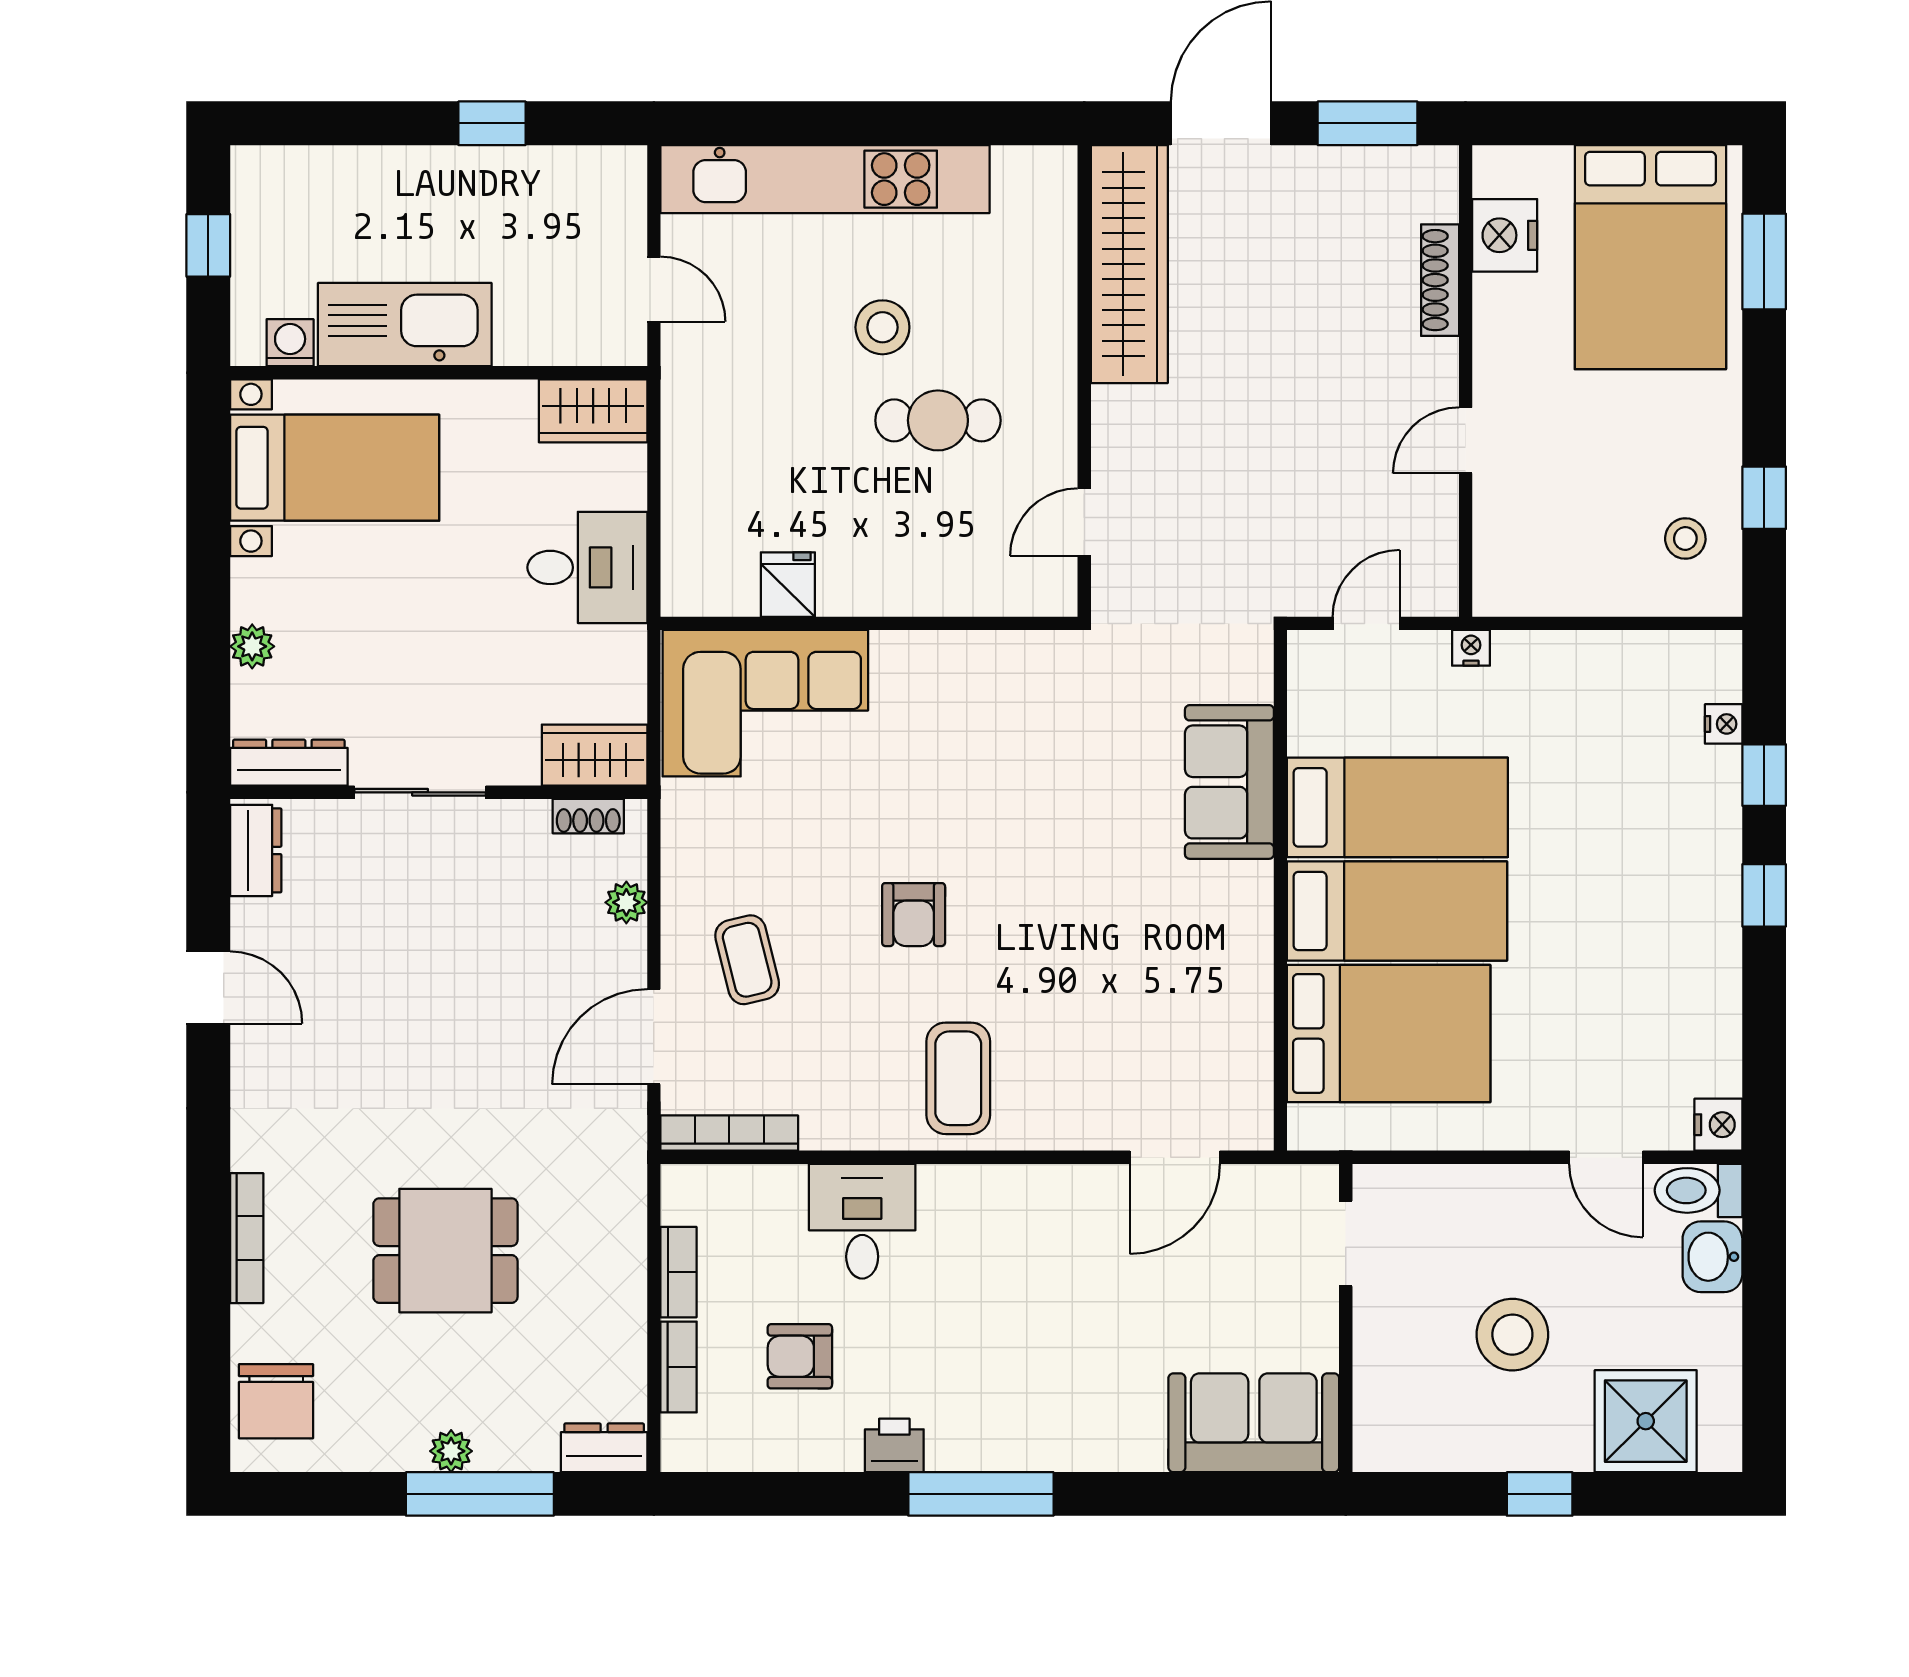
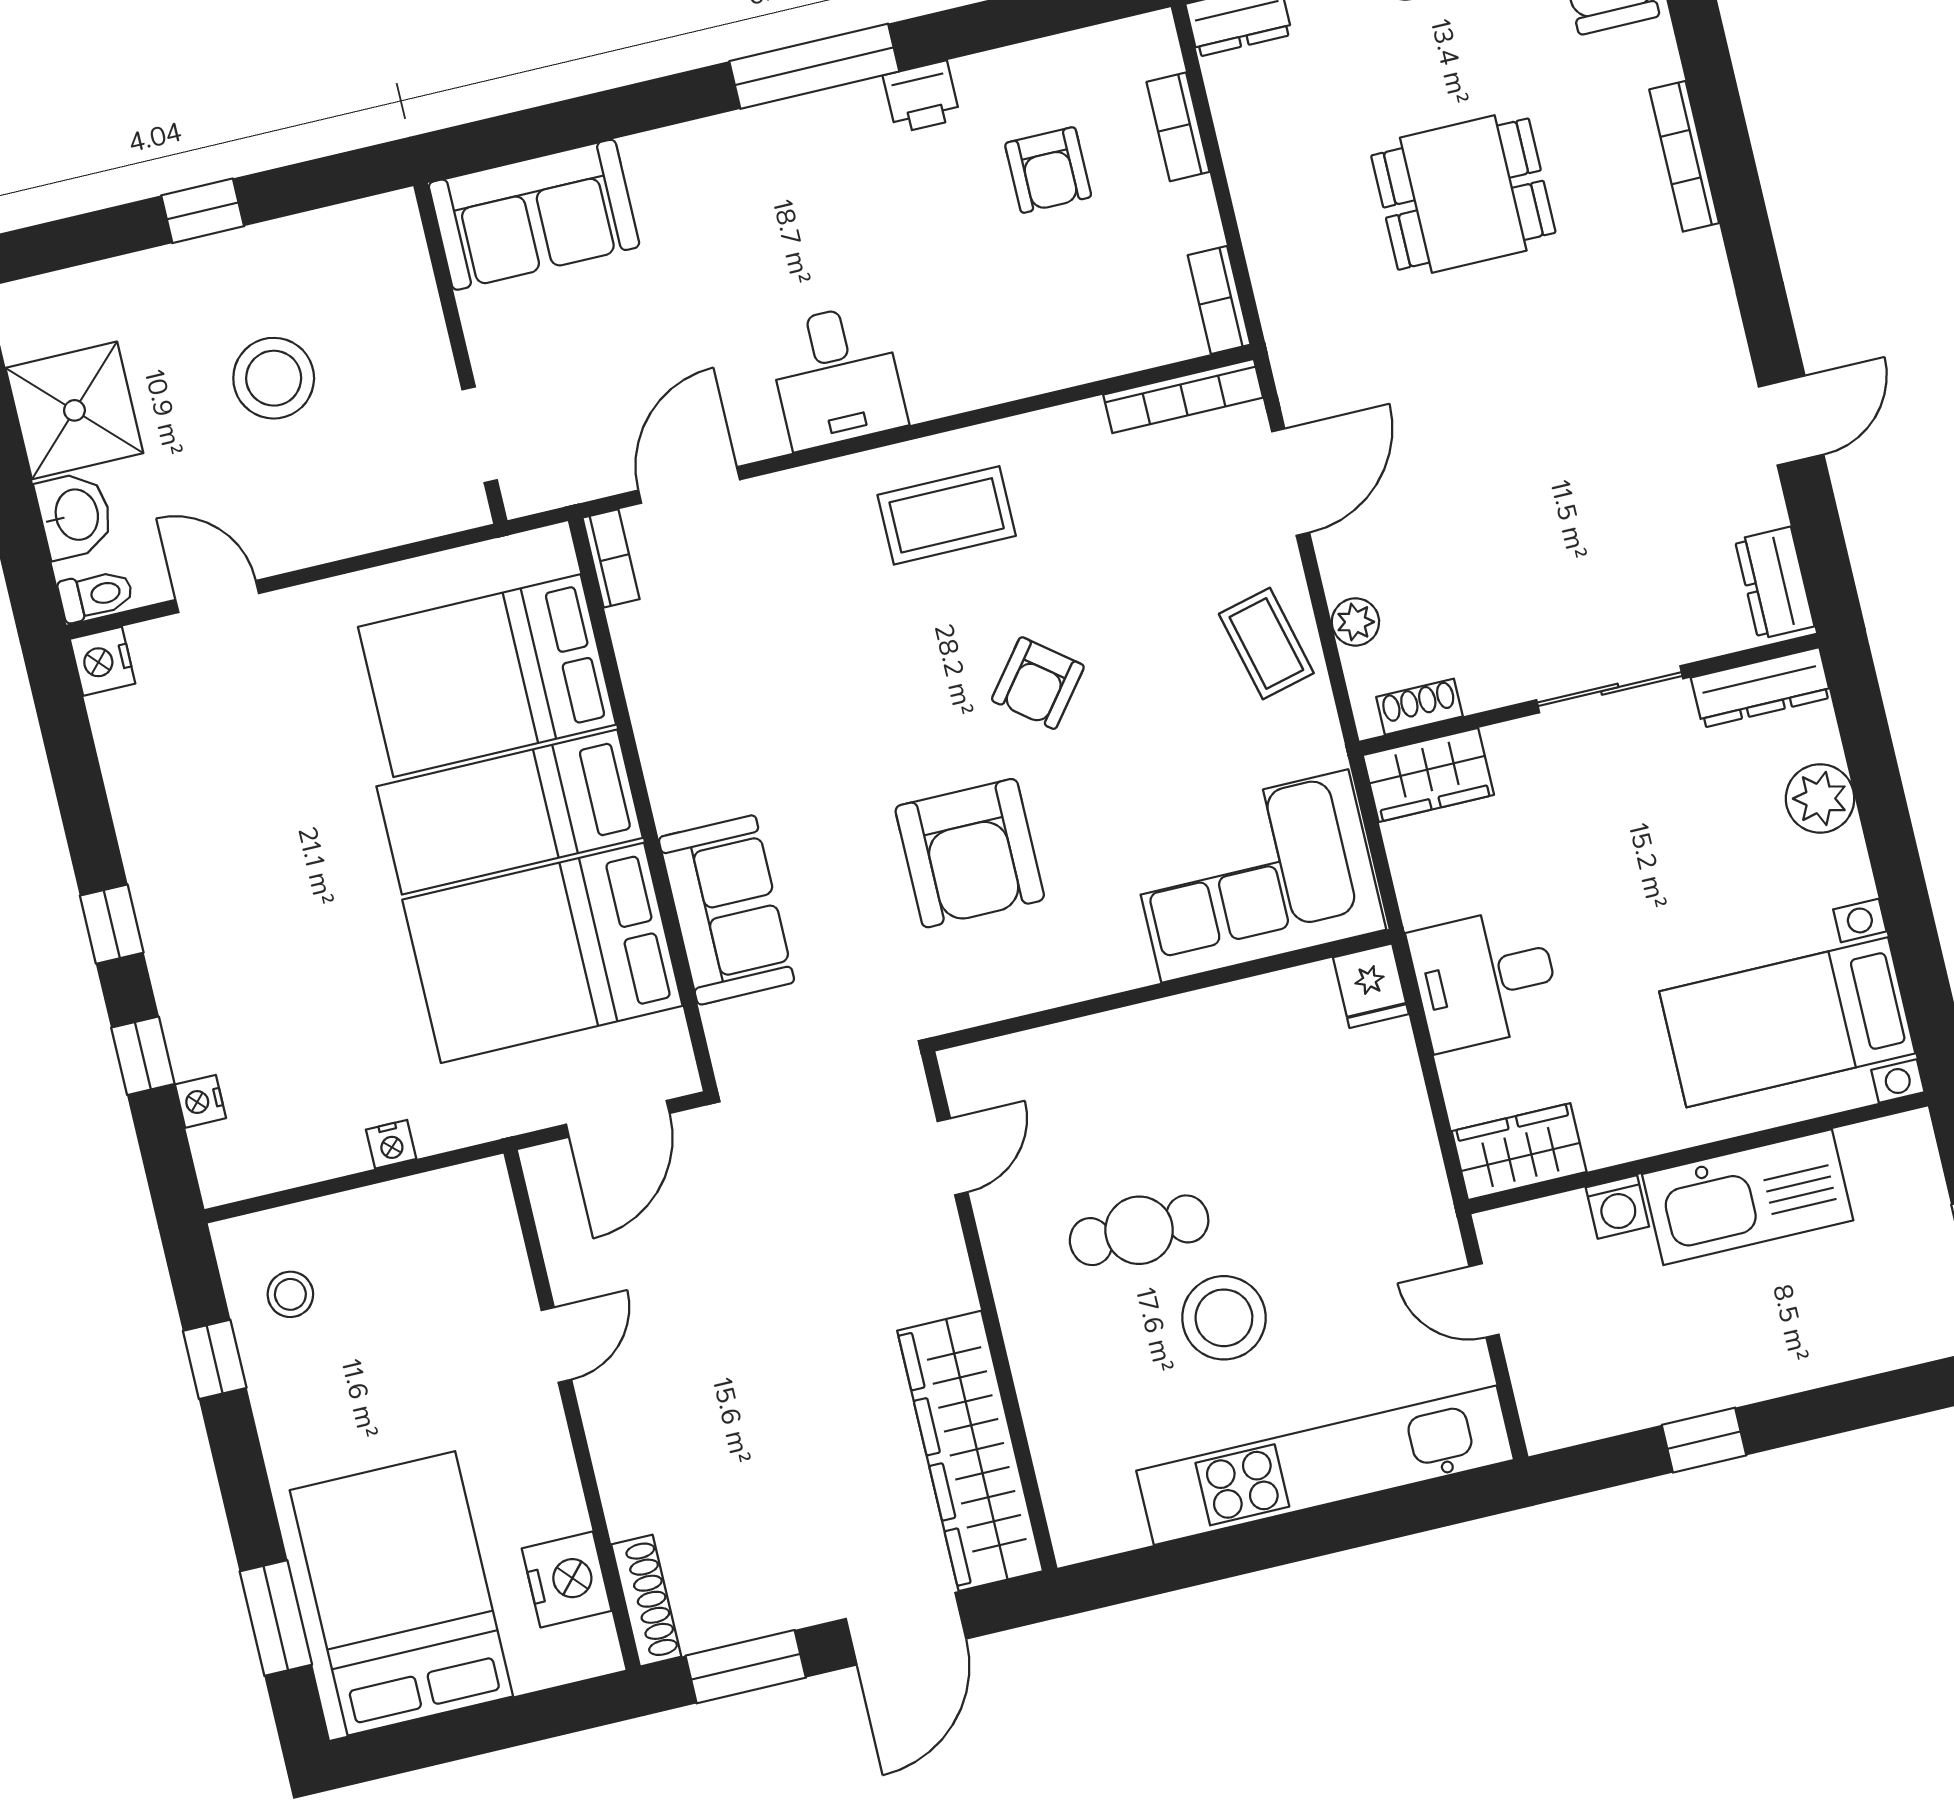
shoe rack: (1440, 280) -> (646, 1601), moved
stool: (882, 327) -> (1224, 1318), width x1.38, depth x1.38
washing machine: (290, 343) -> (1617, 1207), moved
fridge: (788, 585) -> (1371, 986), moved
door: (1366, 623) -> (618, 1119), width x1.38
plant: (252, 646) -> (1820, 798), width x1.38, depth x1.38
nightstand: (1471, 648) -> (391, 1144), moved
armchair: (1007, 781) -> (970, 853), added
bed: (1397, 807) -> (542, 953), width x1.50
armchair: (914, 915) -> (1038, 683), turned -142
coffee table: (747, 960) -> (1266, 643), moved
door: (208, 988) -> (1791, 421), swing flipped
coffee table: (958, 1078) -> (947, 515), turned 90
bookcase: (1257, 1110) -> (611, 558), added
toilet: (1699, 1190) -> (96, 595), width x0.73, depth x0.72
desk: (862, 1221) -> (837, 376), moved
bookcase: (678, 1272) -> (1219, 300), moved
armchair: (800, 1356) -> (1048, 170), turned 90
shower: (1646, 1421) -> (74, 410), moved

